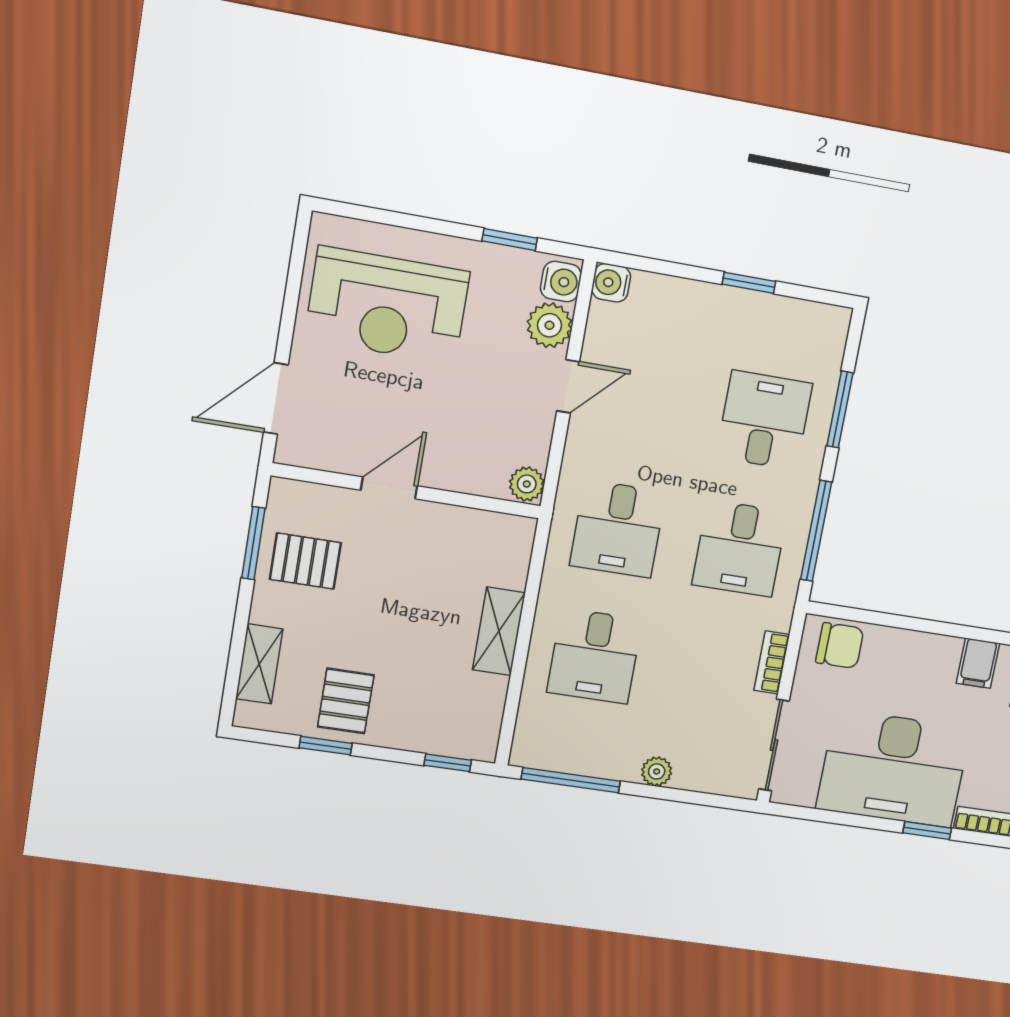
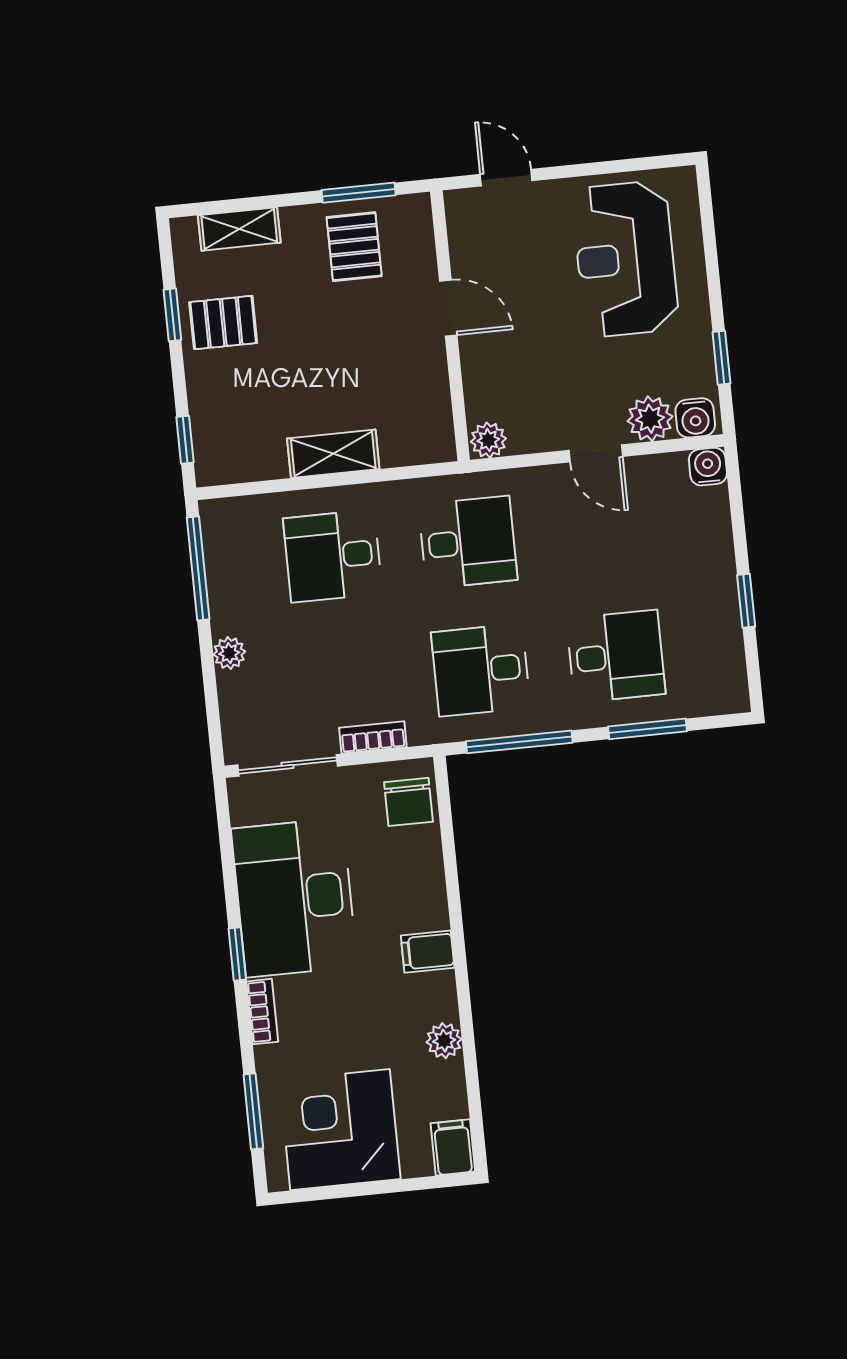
door: (276, 399) -> (506, 178), width x0.73
desk: (618, 529) -> (468, 542), turned 180

